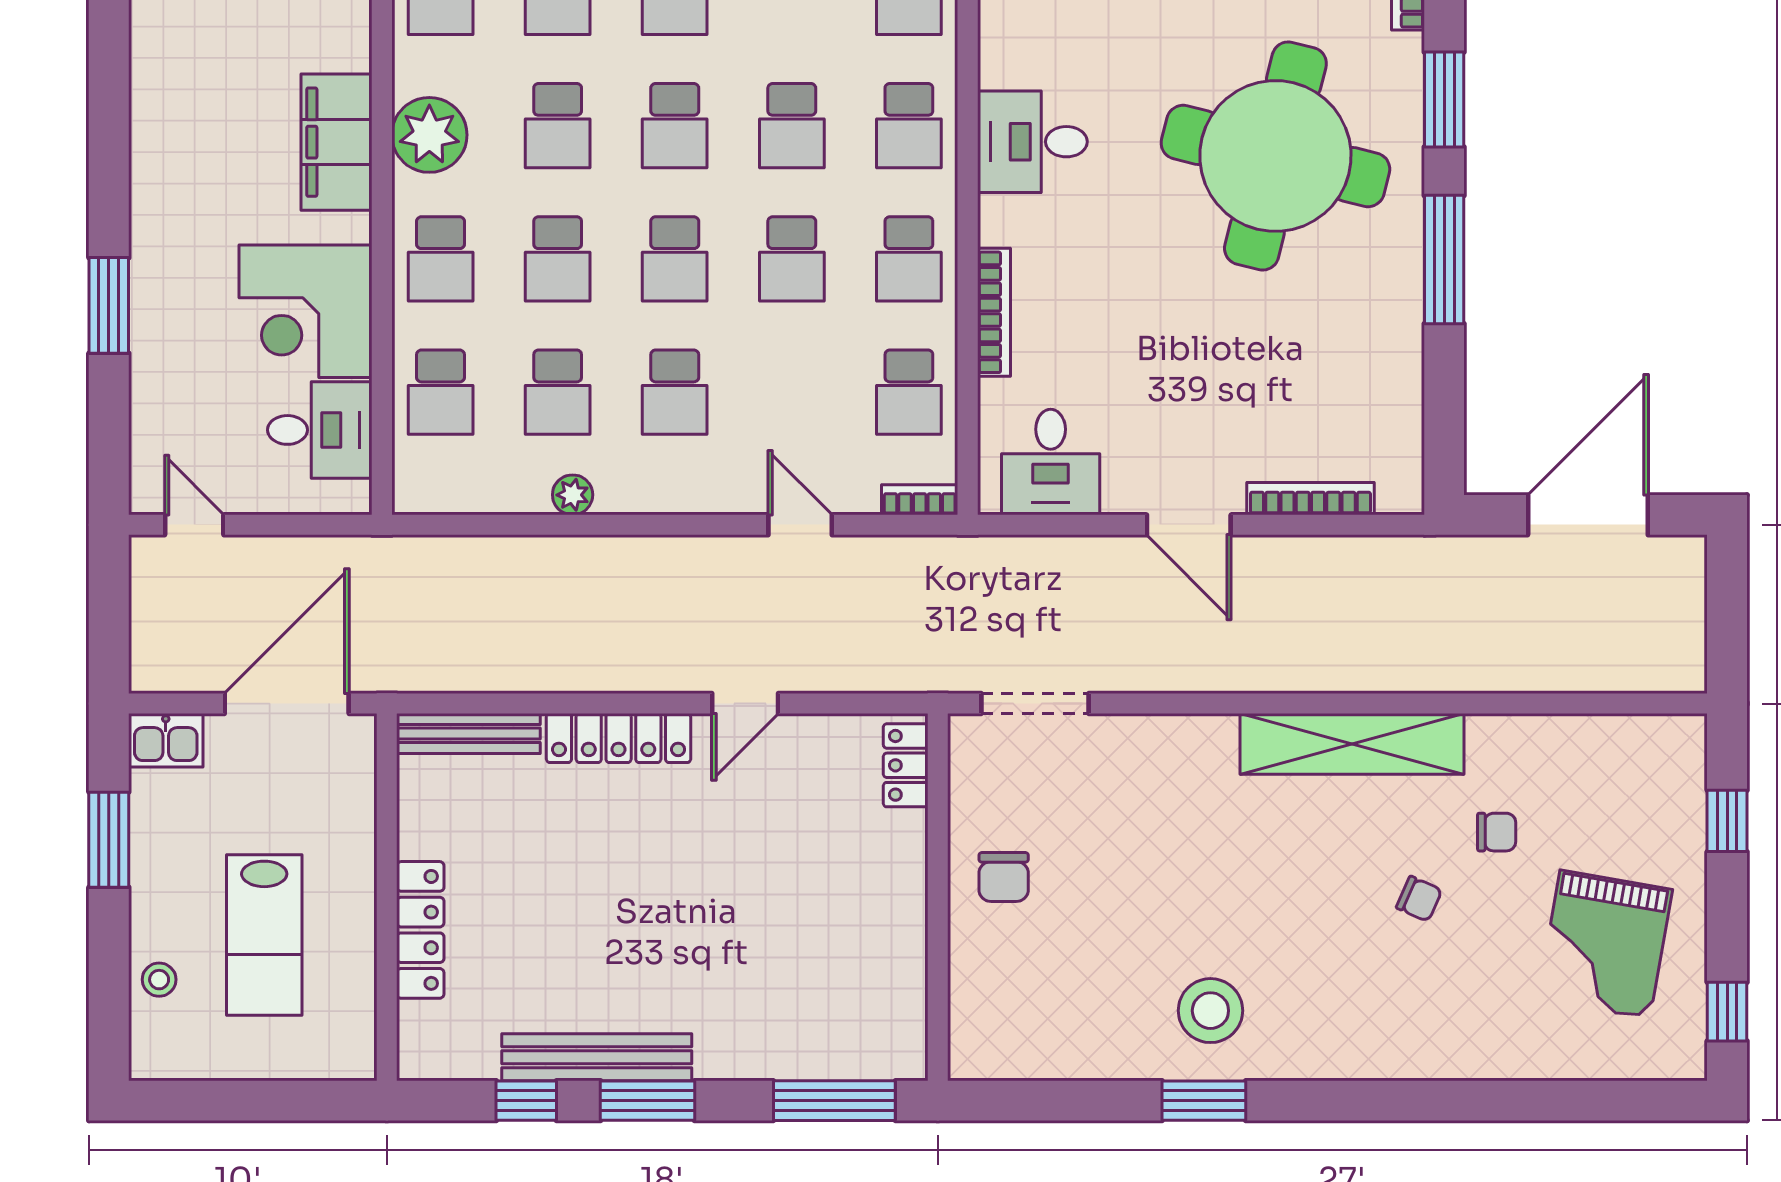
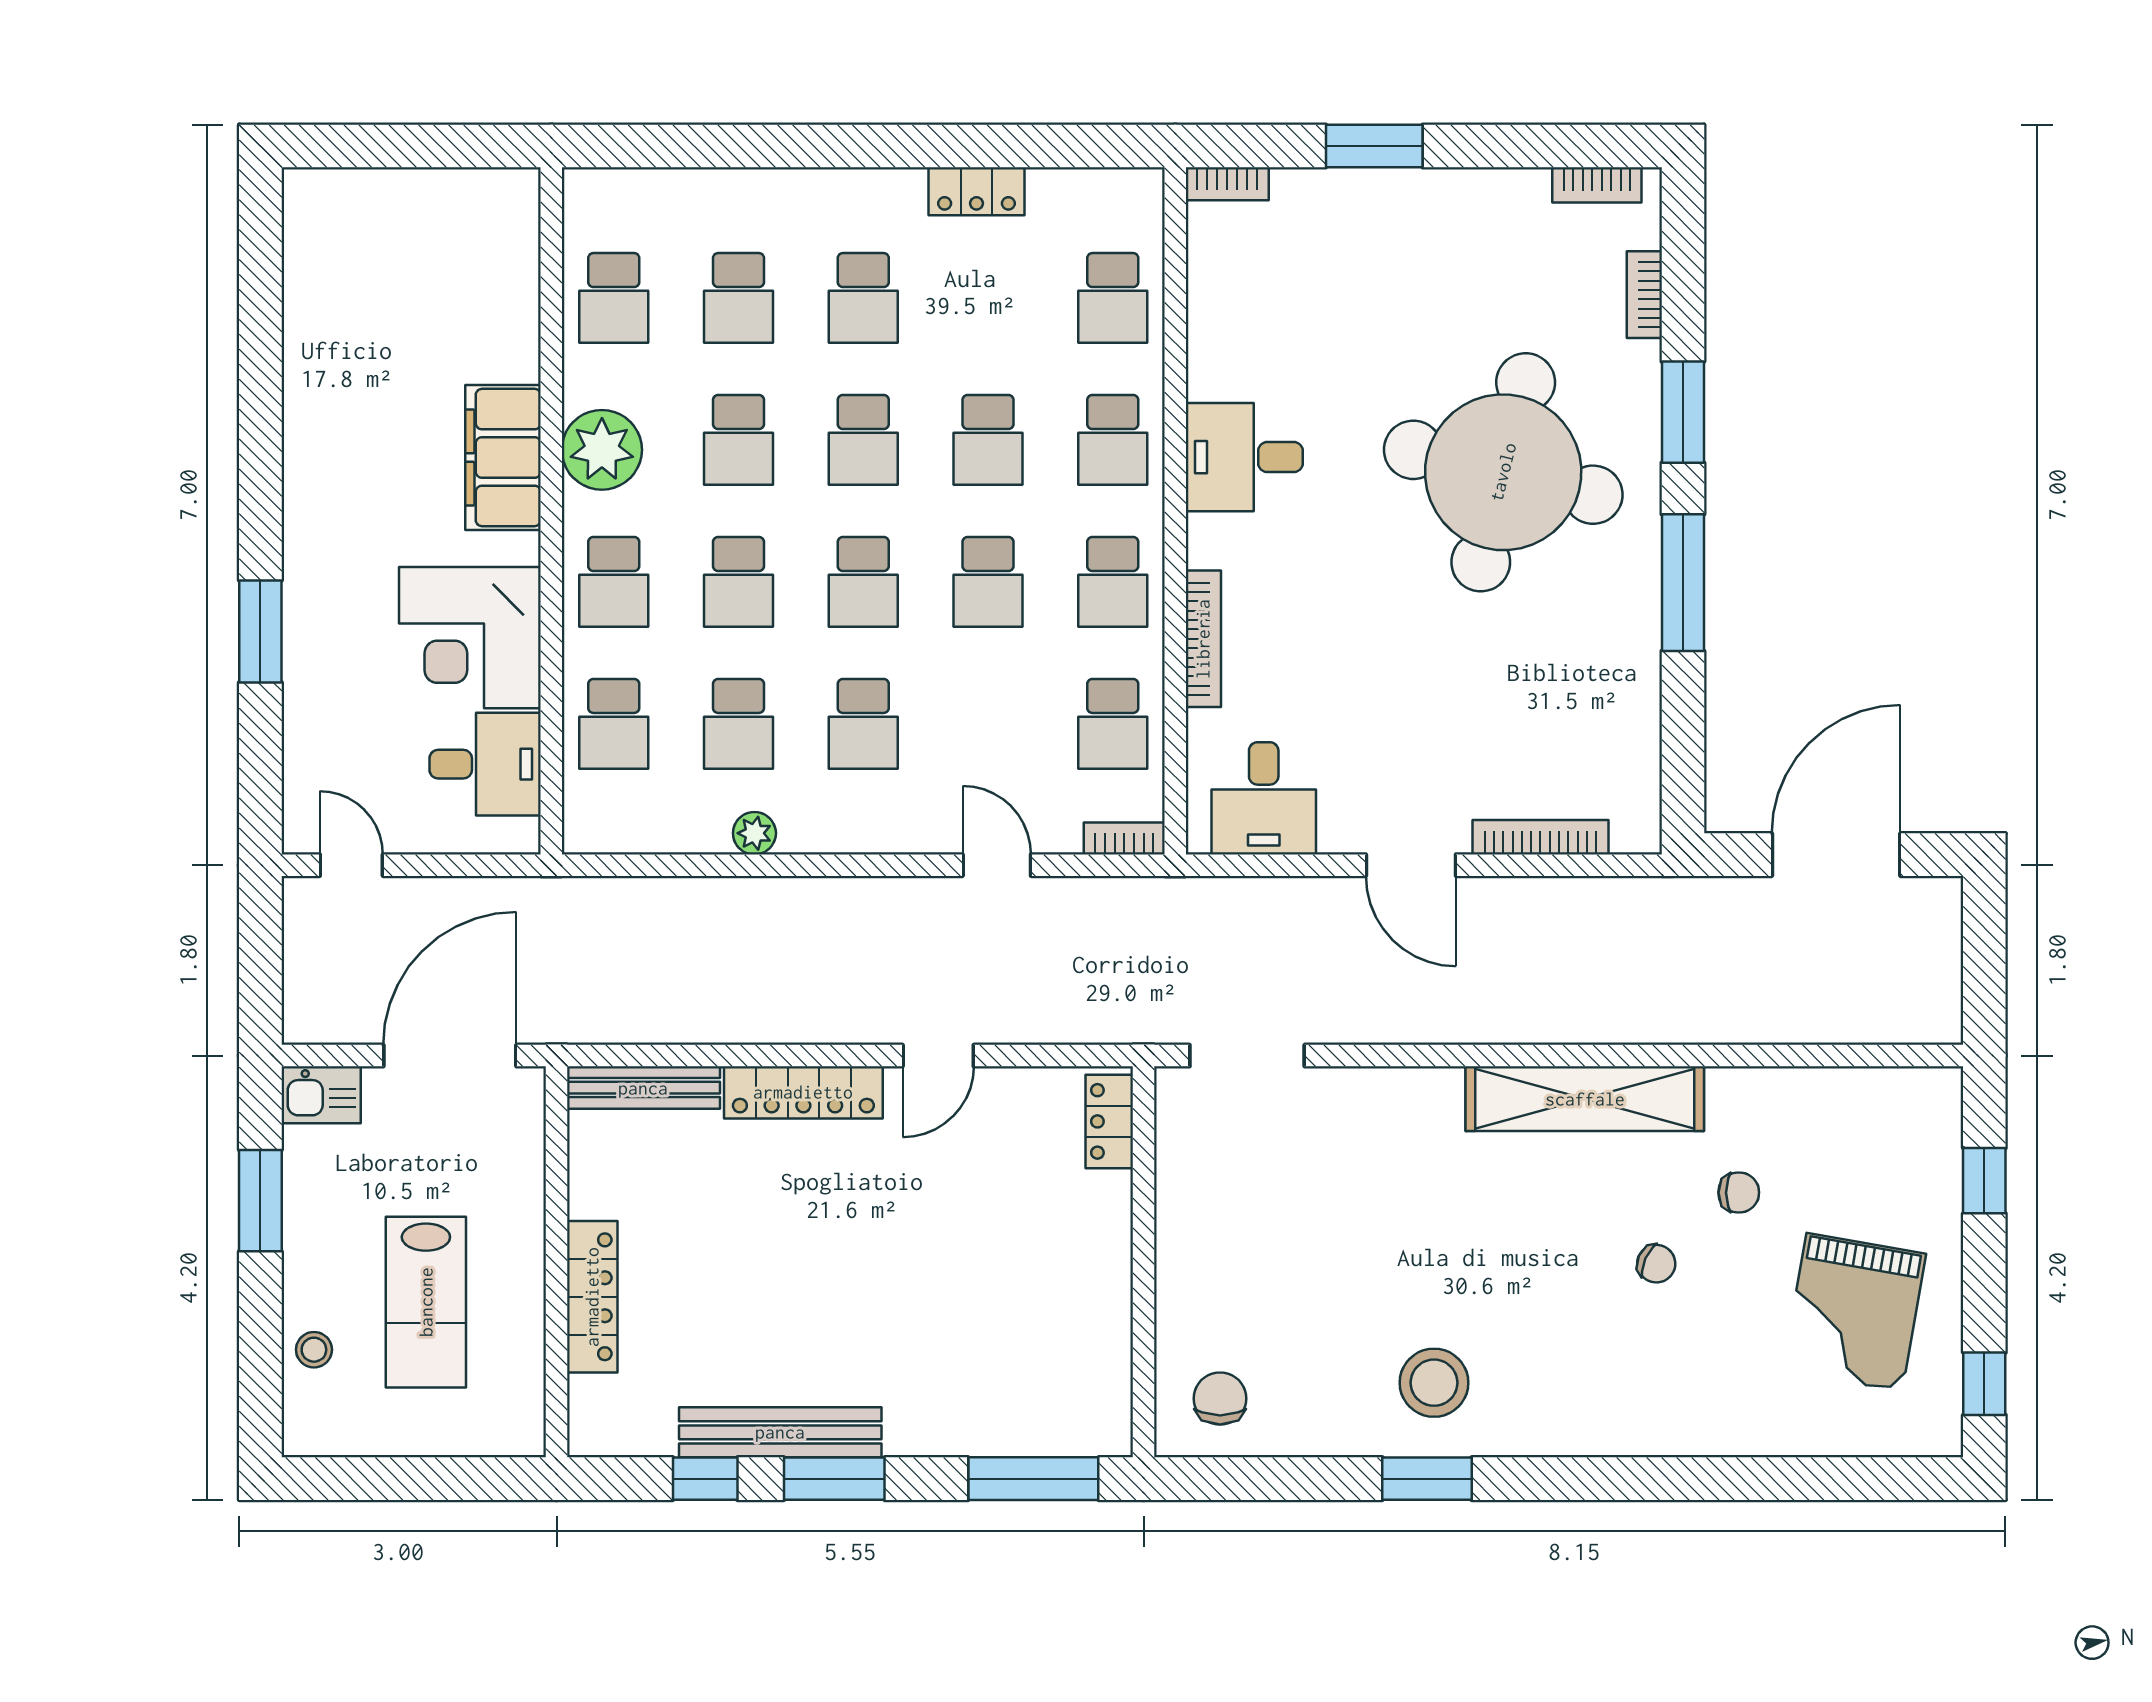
chair: (1004, 877) -> (1220, 1399), moved, turned 180

